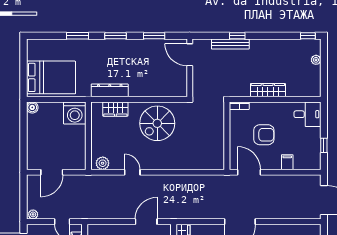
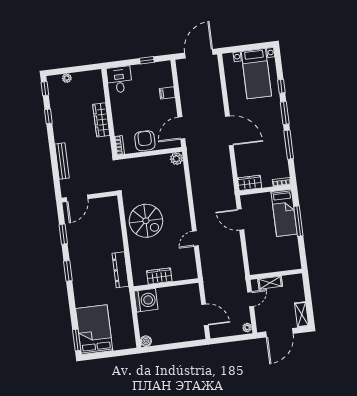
window: (78, 36) -> (77, 340), moved
window: (237, 36) -> (48, 116), moved
bed: (51, 77) -> (94, 330), moved
wardrobe: (115, 109) -> (159, 276), moved, turned -90
armchair: (264, 135) -> (145, 141), moved
plant: (103, 163) -> (176, 159), moved

